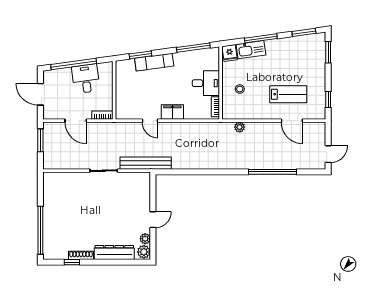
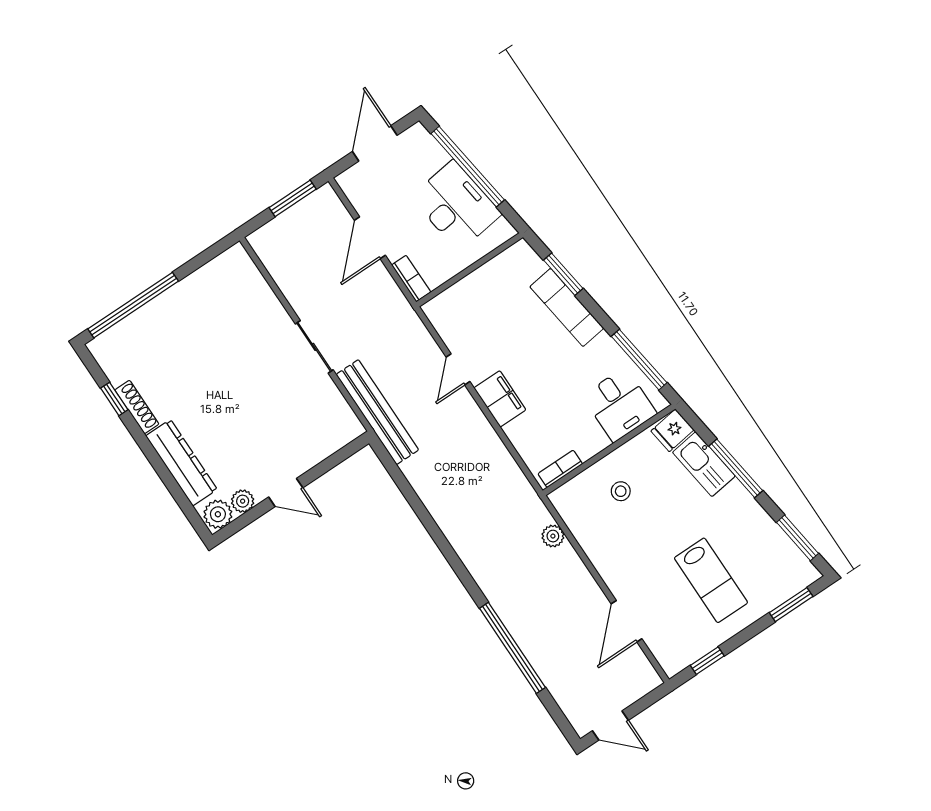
desk: (86, 79) -> (456, 206), width x1.37
desk: (206, 83) -> (620, 405), moved
lab bench: (288, 94) -> (711, 580), moved

